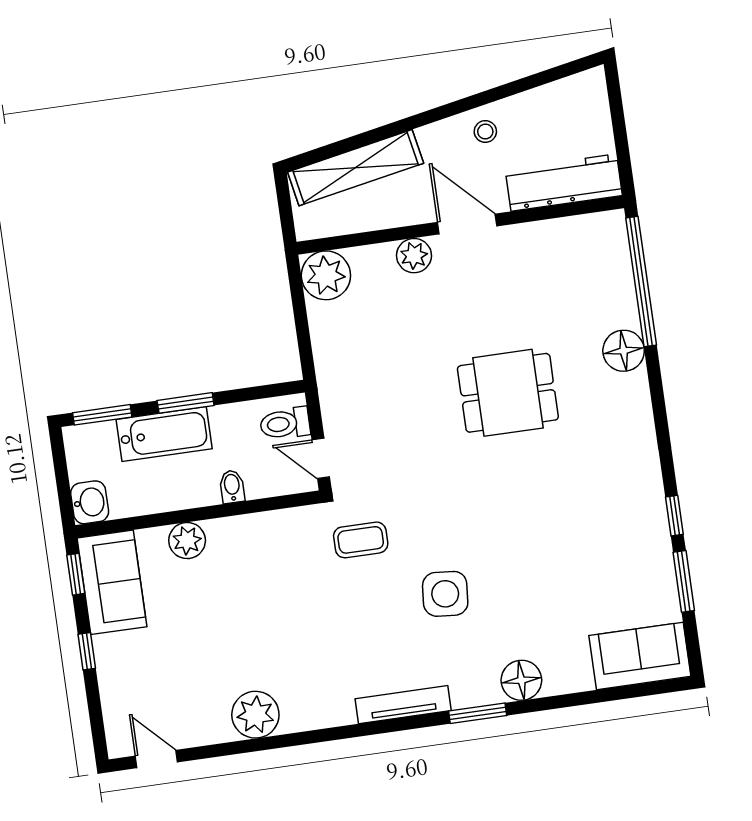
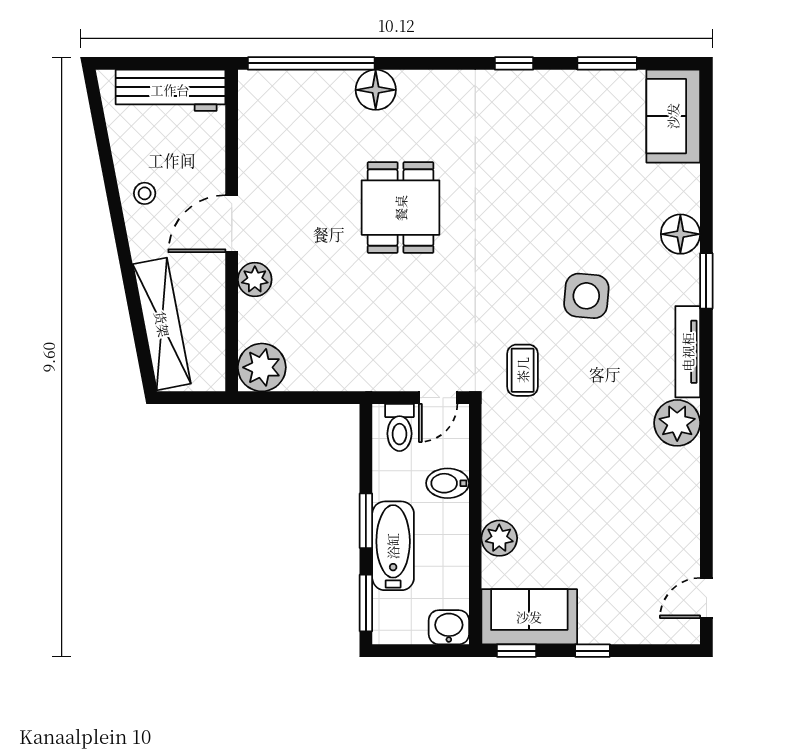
workbench: (564, 183) -> (170, 90), moved, turned -90
bidet: (232, 487) -> (448, 483), width x1.38, depth x1.36
window: (674, 516) -> (514, 63), moved
plant: (255, 715) -> (677, 423), moved

